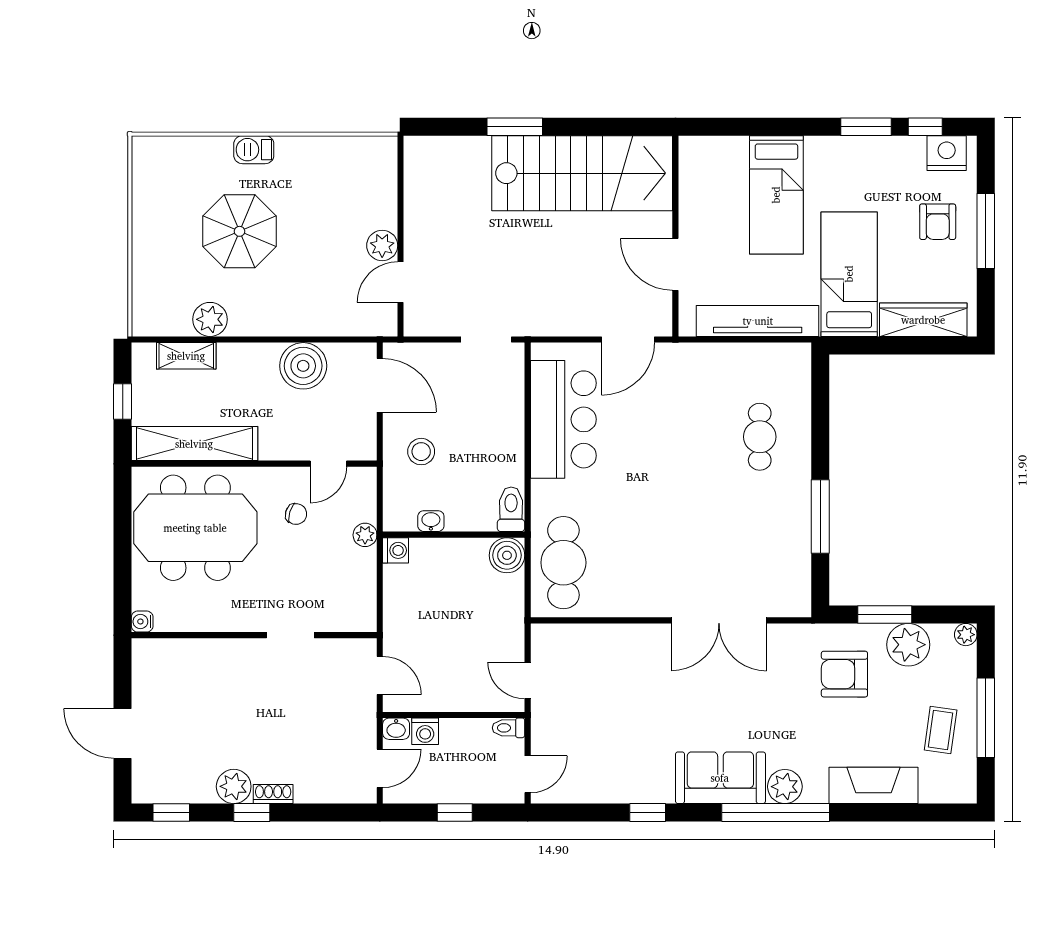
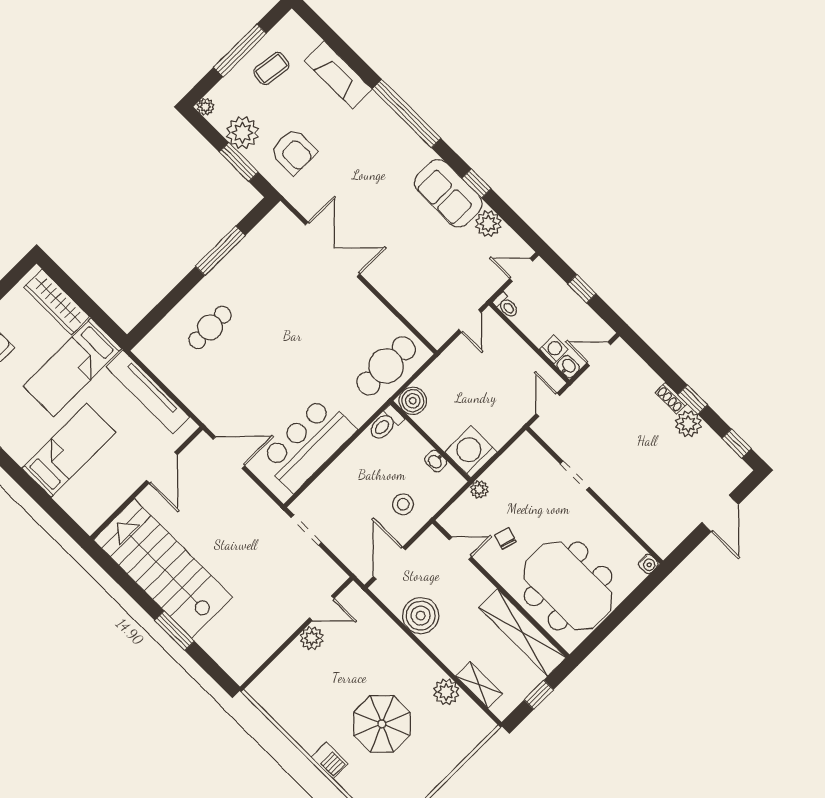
washing machine: (396, 550) -> (471, 452), width x1.89, depth x1.89
sofa: (720, 778) -> (448, 193), moved
plant: (785, 787) -> (488, 224), moved

